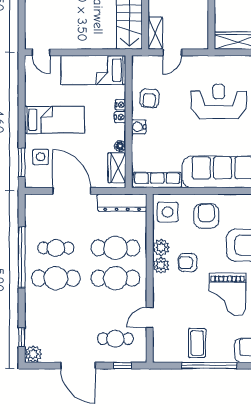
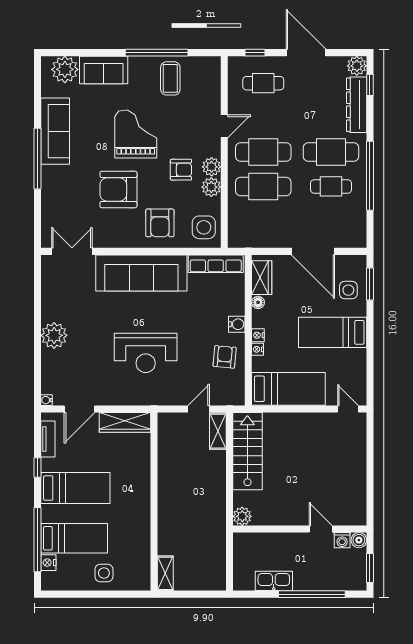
dresser: (122, 203) -> (357, 105), moved, turned -90
door: (150, 318) -> (224, 126), moved

